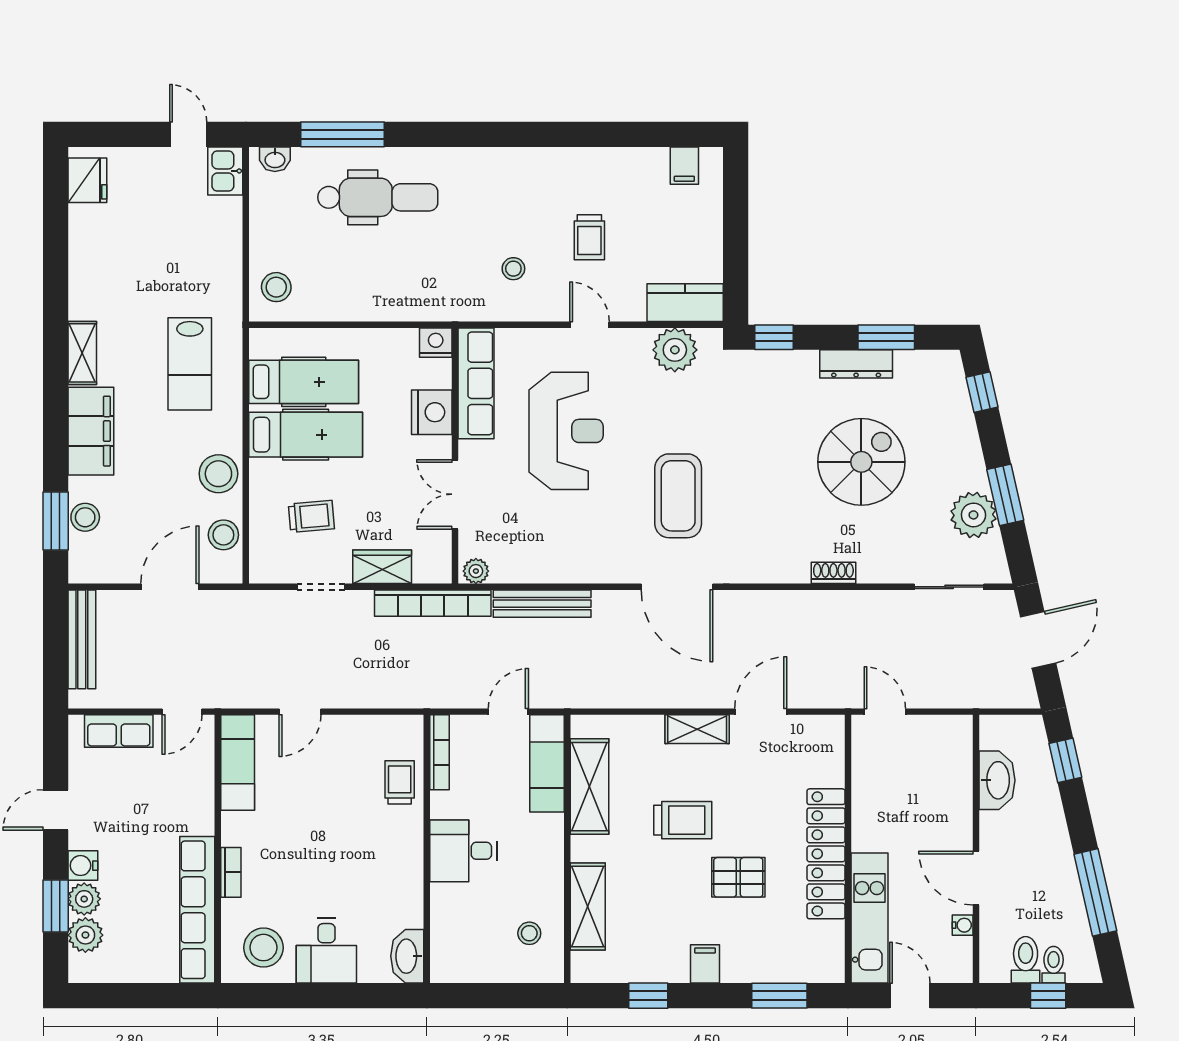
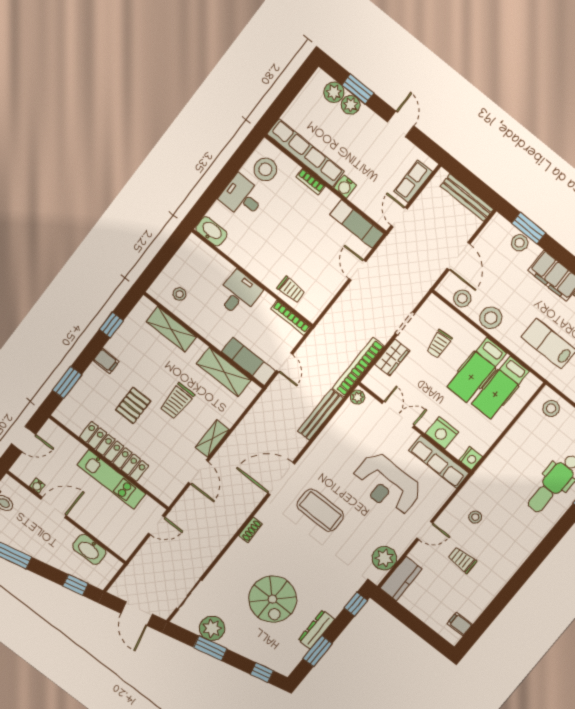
shoe rack: (833, 573) -> (250, 530), moved
water cooler: (83, 866) -> (345, 187), moved, turned 180
kitchen unit: (869, 918) -> (111, 479), moved

